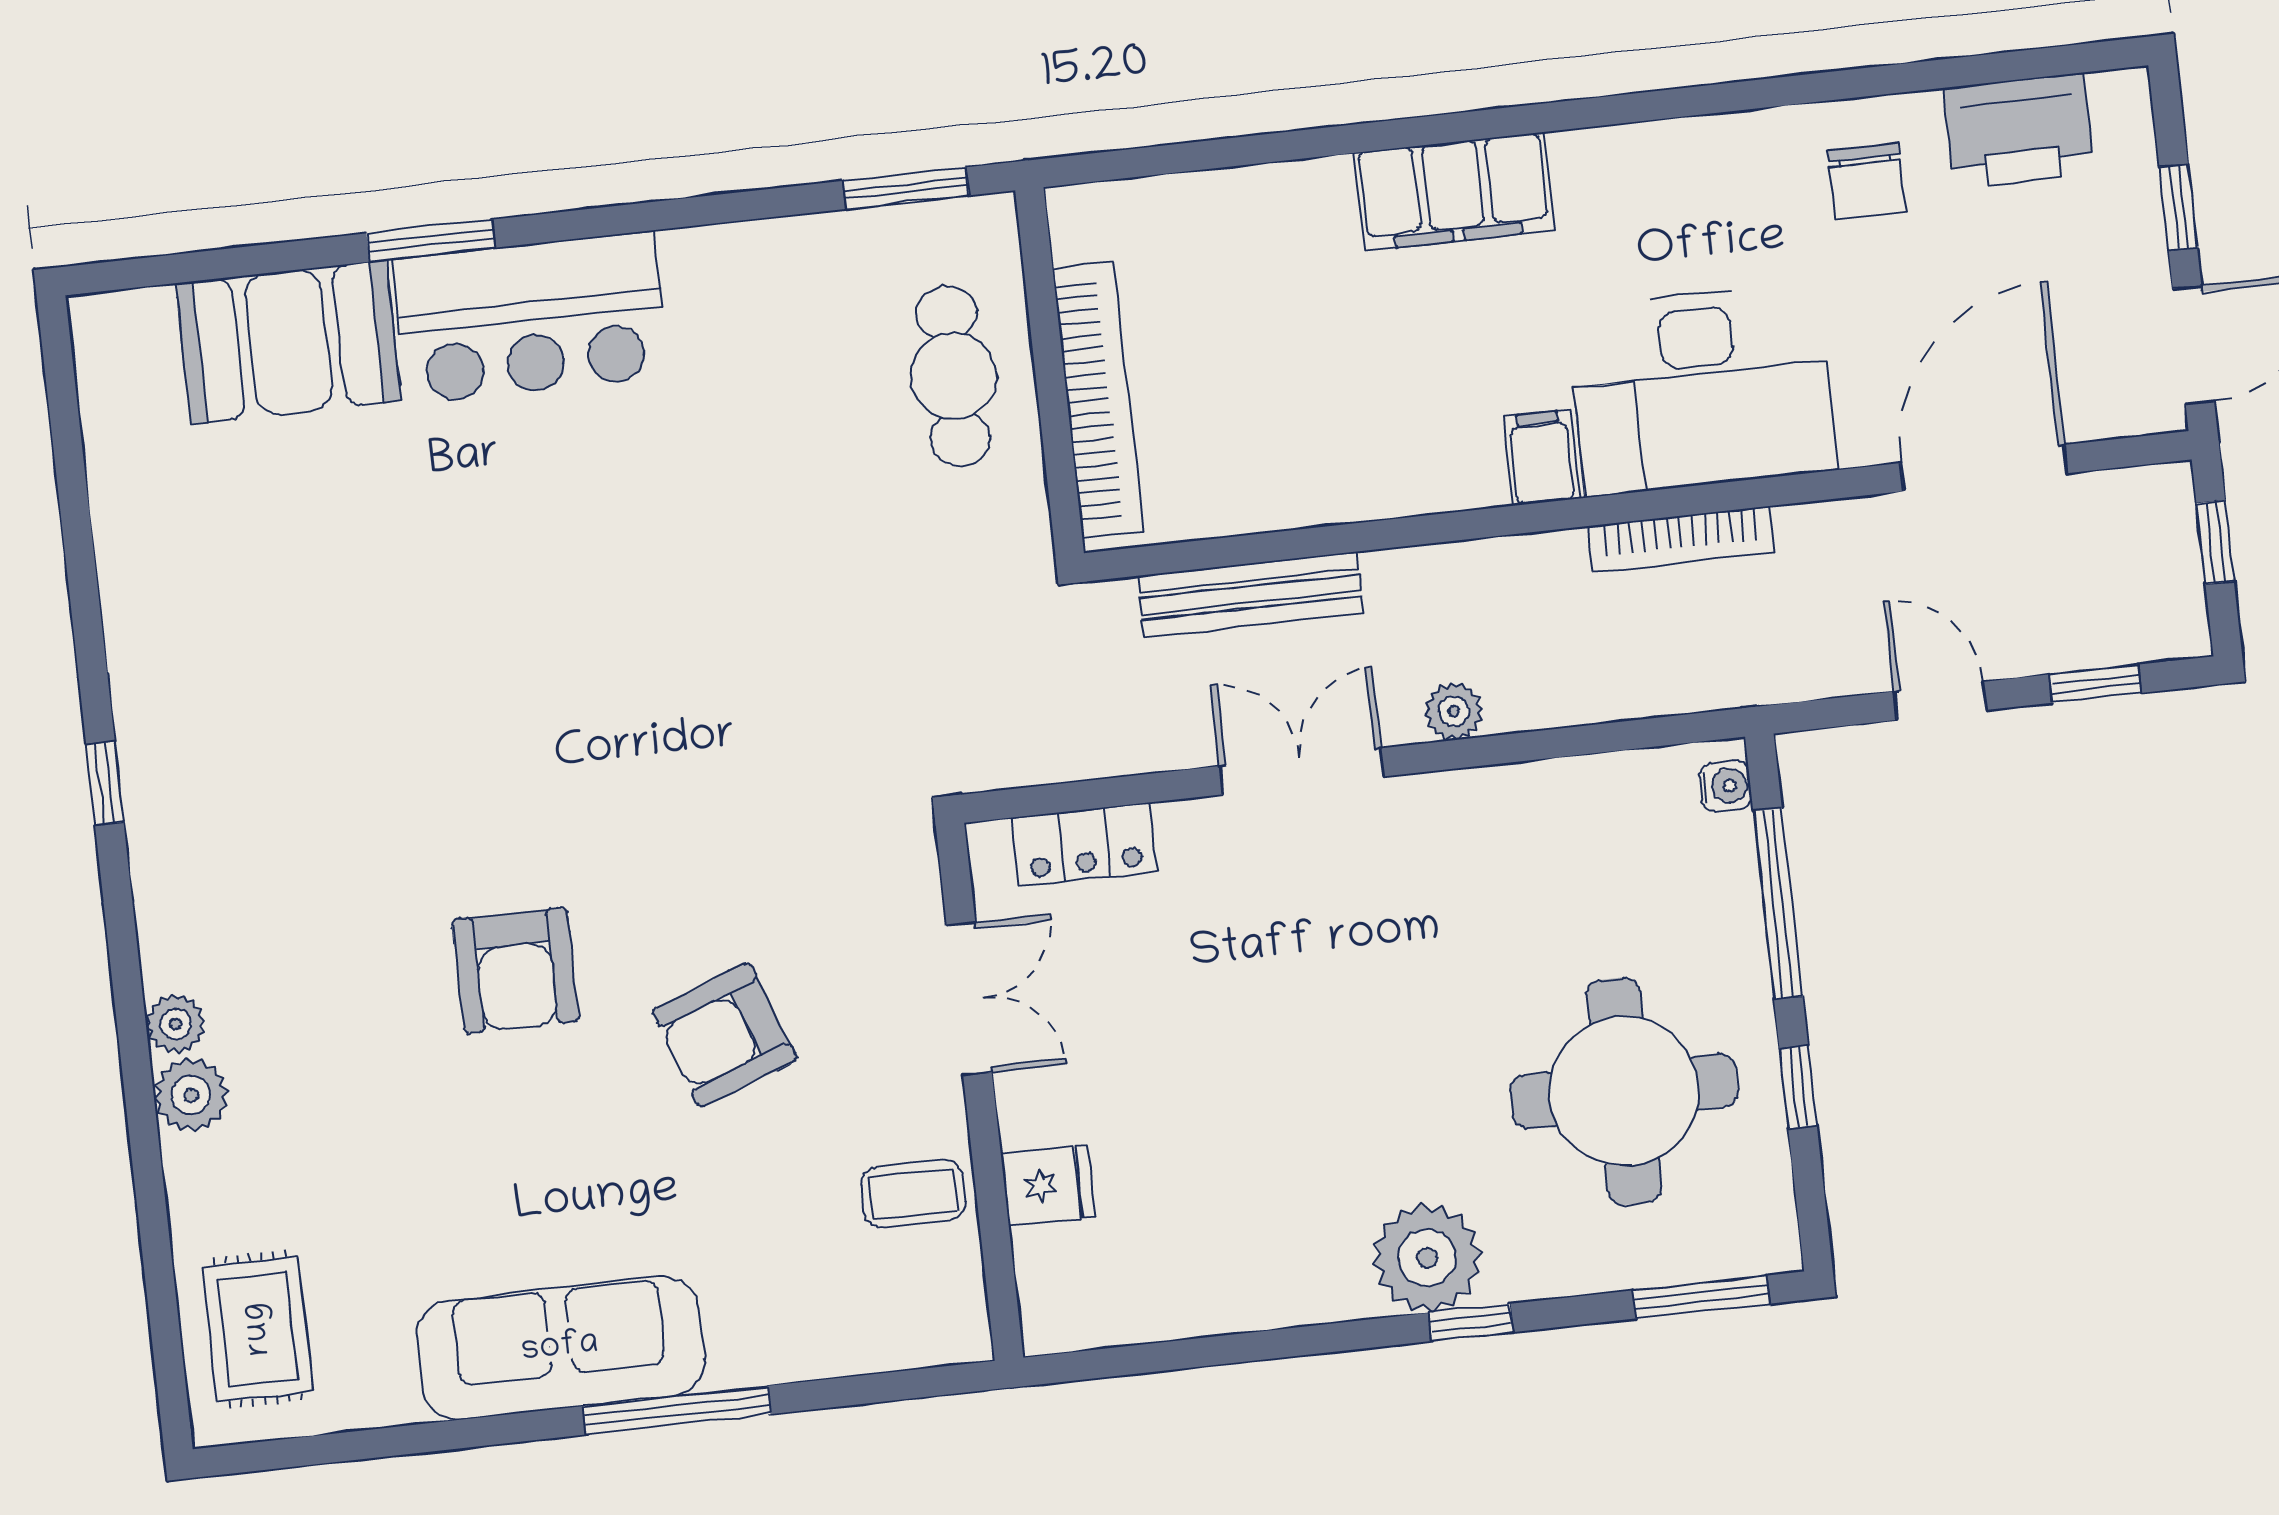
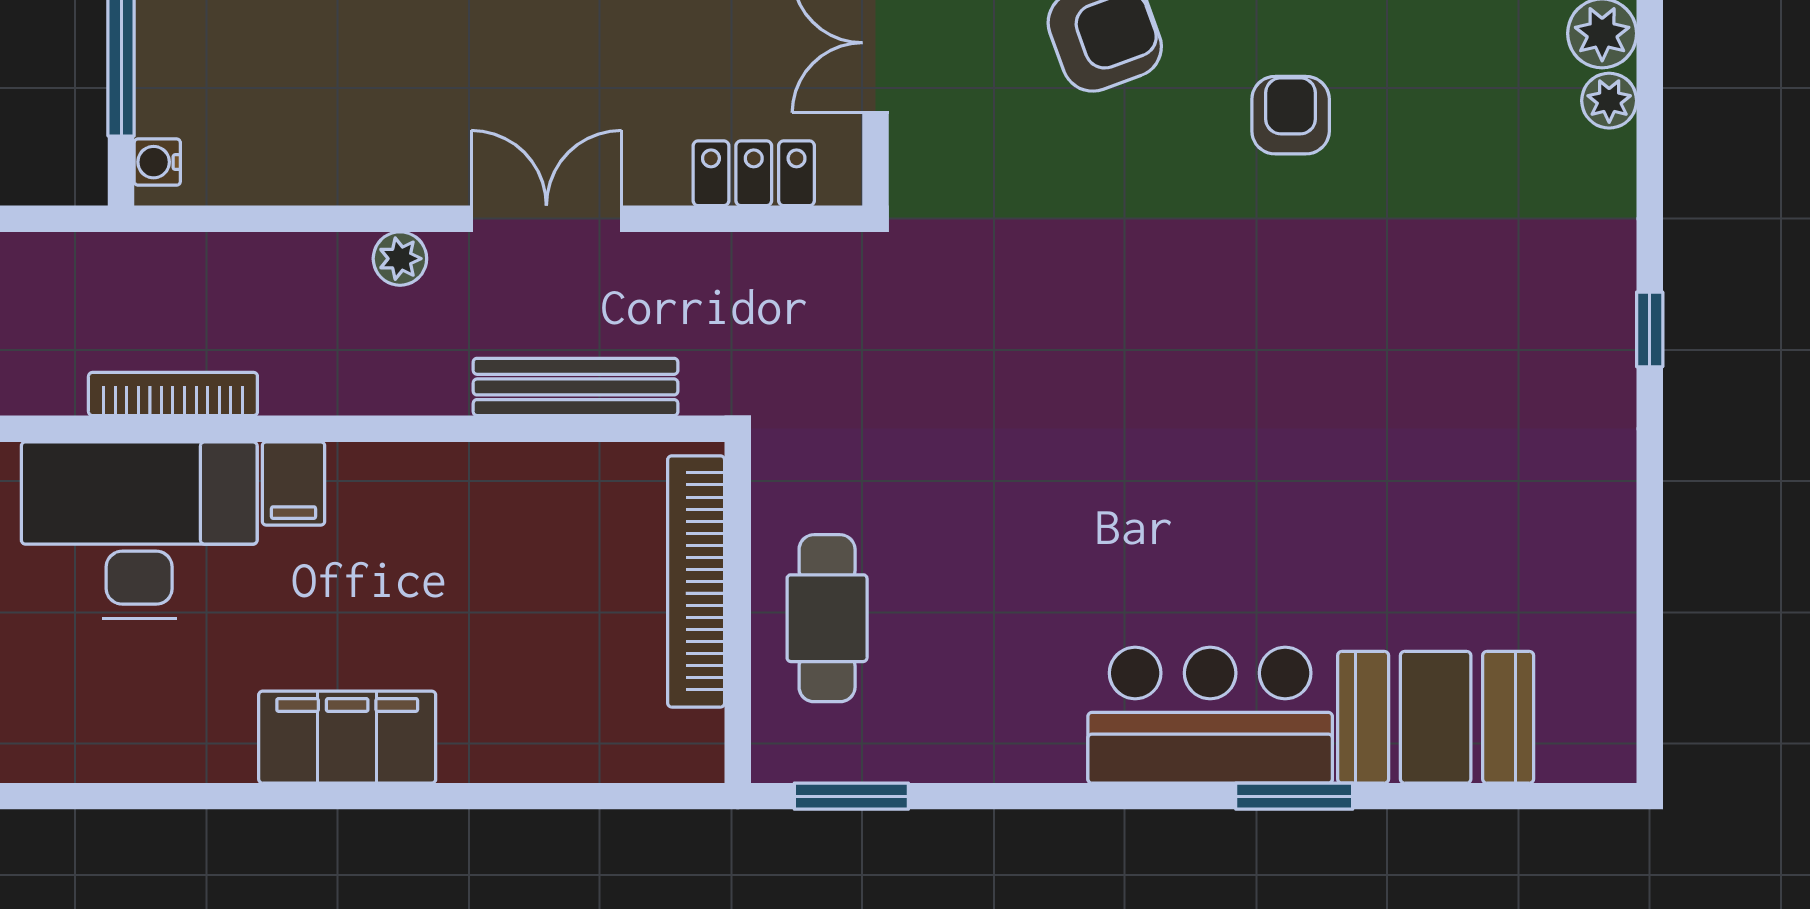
double door: (1301, 771) -> (546, 219), swing flipped
armchair: (515, 971) -> (1291, 115), width x0.72, depth x0.72

